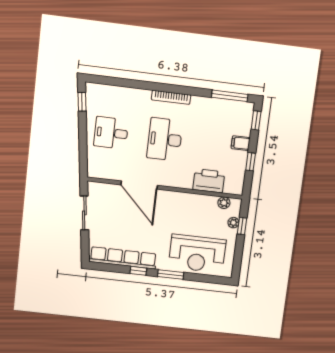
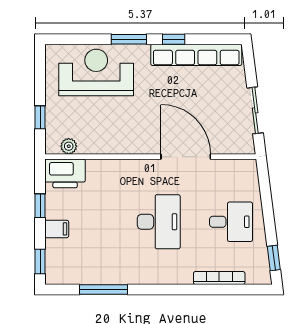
window: (230, 96) -> (104, 289), moved
bookcase: (171, 97) -> (219, 278), moved
printer: (209, 181) -> (65, 173), moved
plant: (233, 223) -> (52, 121), removed

